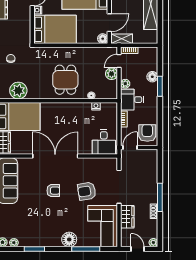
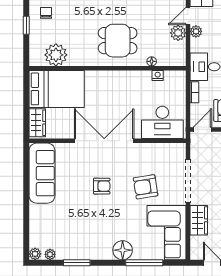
dining table: (65, 80) -> (118, 41), turned 90
plant: (125, 84) -> (196, 31), moved
desk: (104, 142) -> (162, 122), width x1.37

